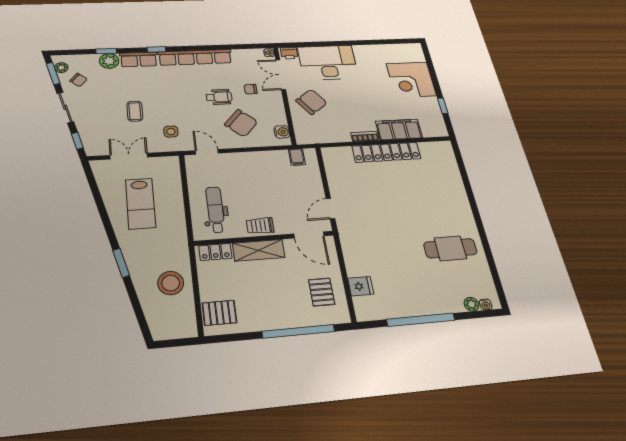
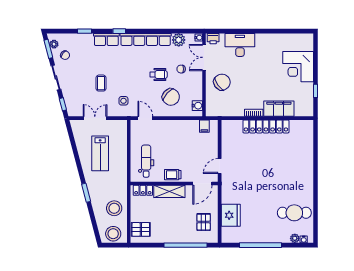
plant: (109, 61) -> (179, 40), moved
desk: (328, 62) -> (240, 45), width x0.73, depth x0.77
door: (309, 235) -> (202, 184), hinge flipped
cafe table: (450, 248) -> (294, 213), moved
fridge: (361, 286) -> (231, 215), width x1.88, depth x1.34
stool: (173, 324) -> (113, 234), added

